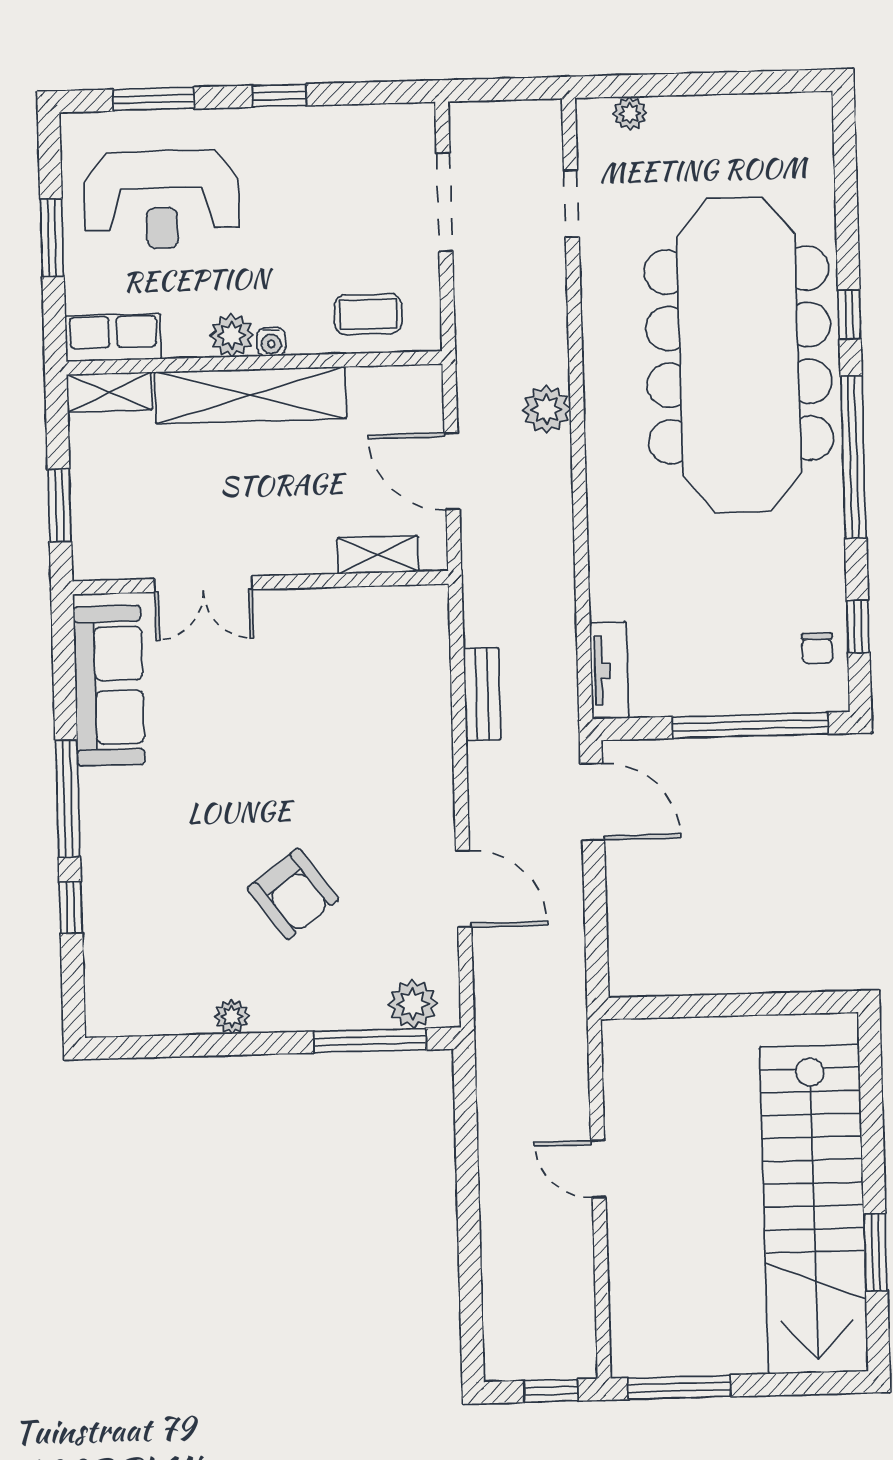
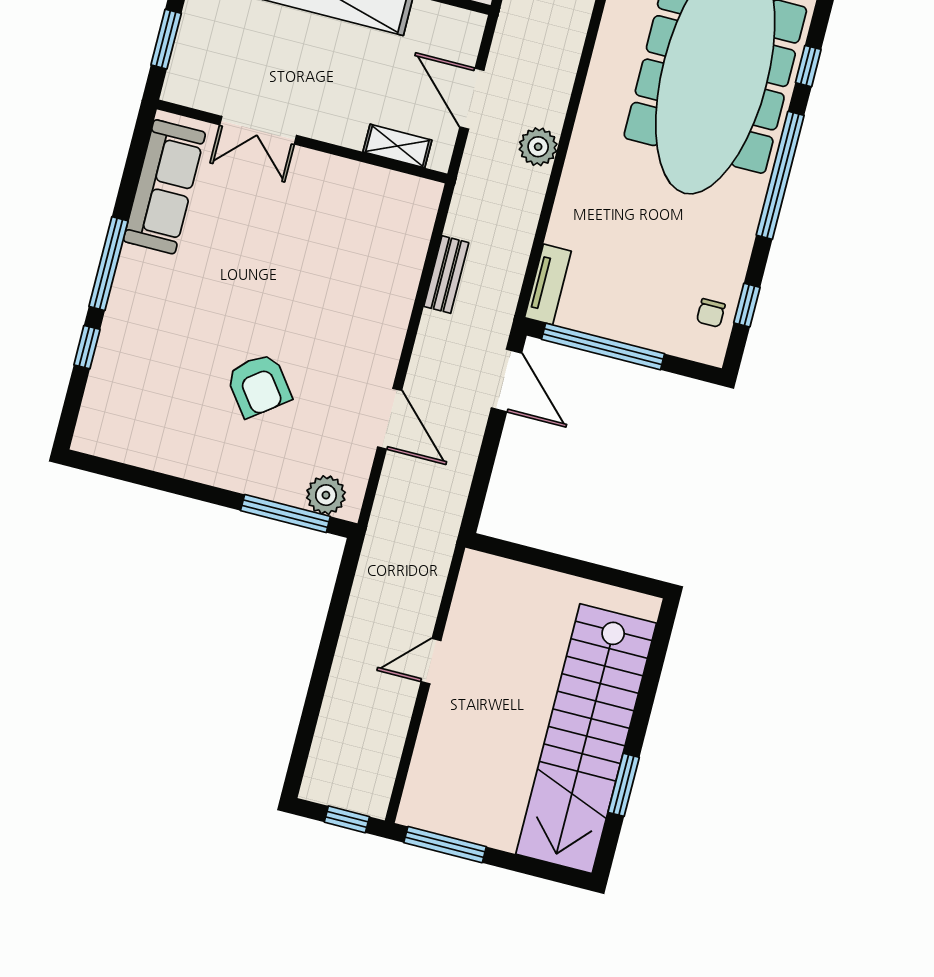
plant: (547, 409) -> (538, 147), moved
window: (750, 725) -> (603, 347), moved
plant: (232, 1017) -> (186, 465), removed
door: (598, 1169) -> (431, 661), hinge flipped

